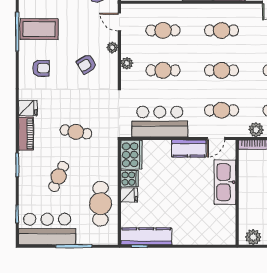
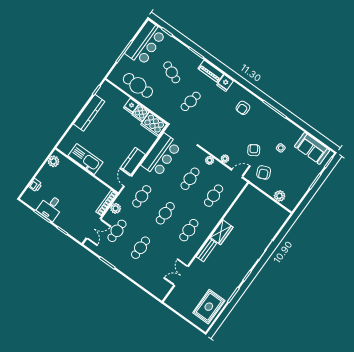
coffee table: (39, 29) -> (267, 123), removed
armchair: (87, 64) -> (254, 150), moved
kitchen sink: (225, 182) -> (85, 159), moved
kitchen counter: (146, 236) -> (89, 113), moved

